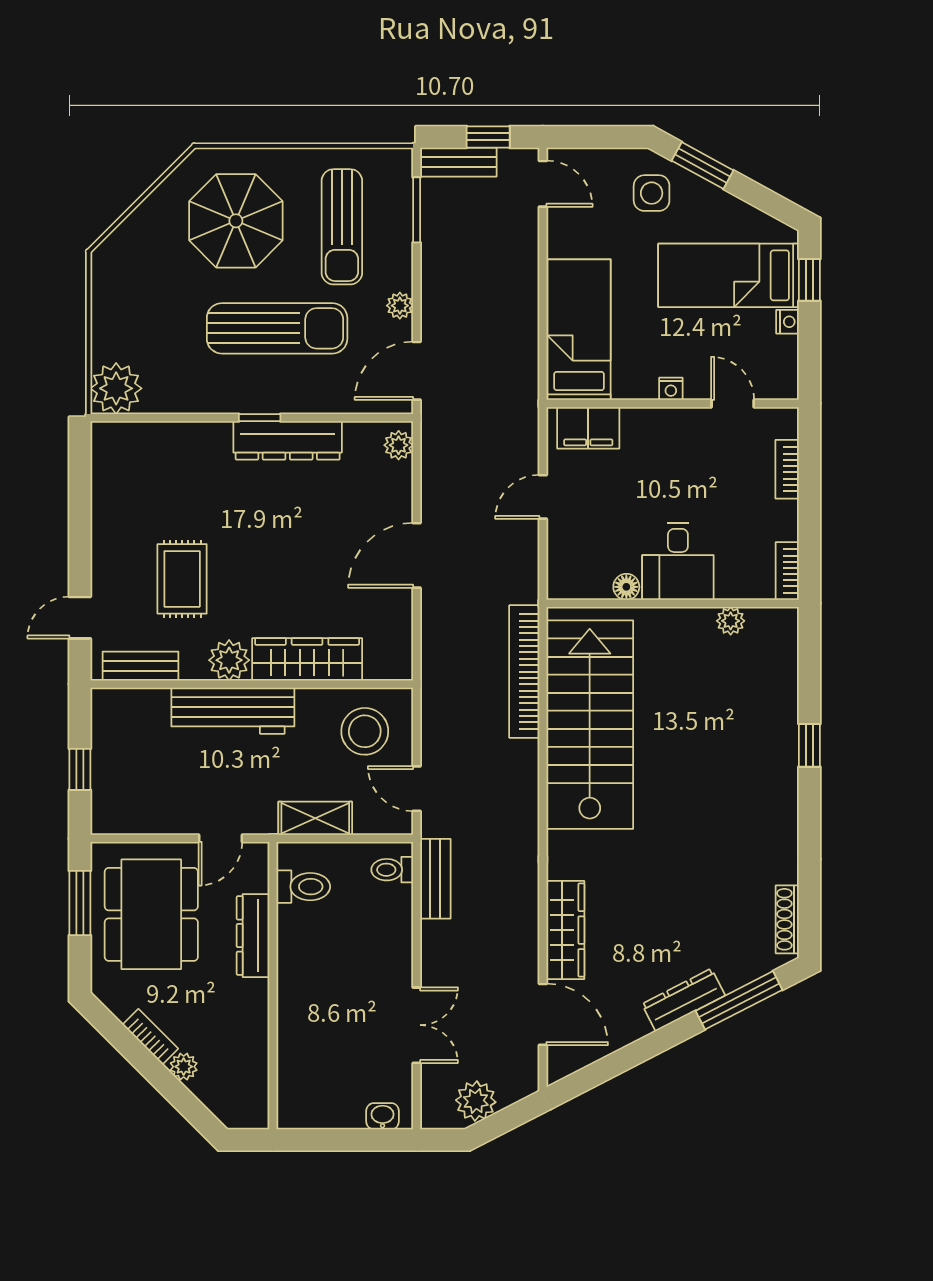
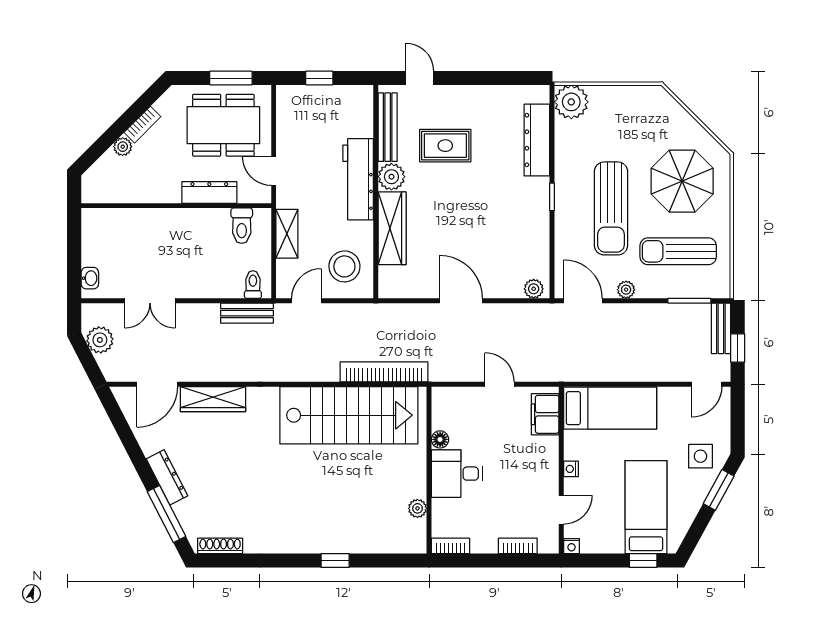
nightstand: (787, 322) -> (571, 546), moved
dresser: (288, 440) -> (537, 140), moved
bench: (140, 666) -> (388, 127), width x1.36

